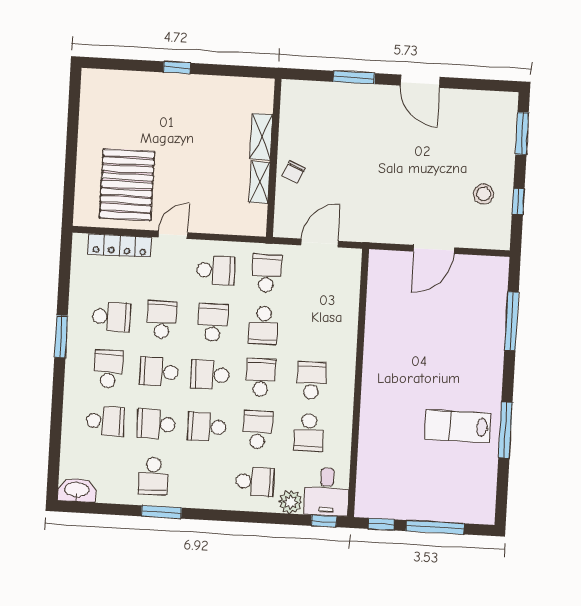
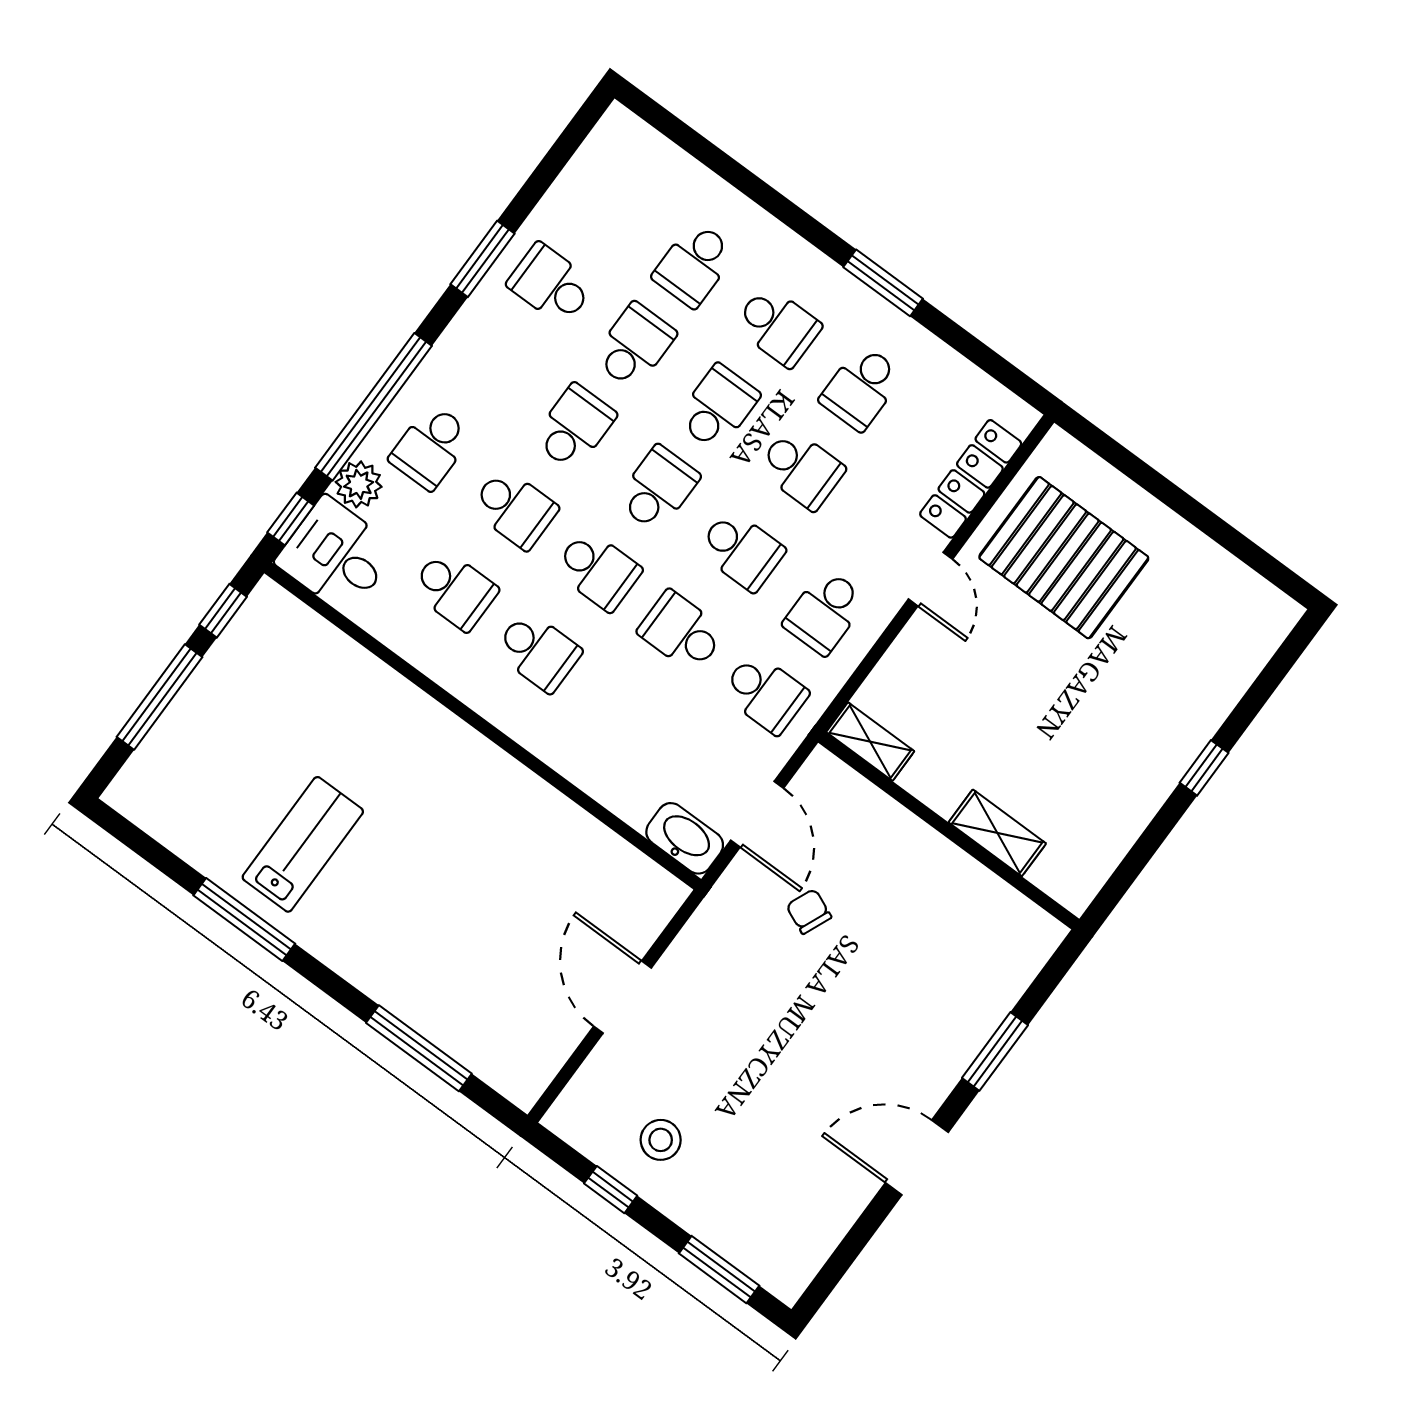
chair: (294, 172) -> (809, 911), moved
shelving: (260, 182) -> (870, 742), moved
school desk: (308, 433) -> (454, 590), turned 180
washbasin: (77, 490) -> (685, 838), moved, turned -90
window: (254, 517) -> (373, 407), added

